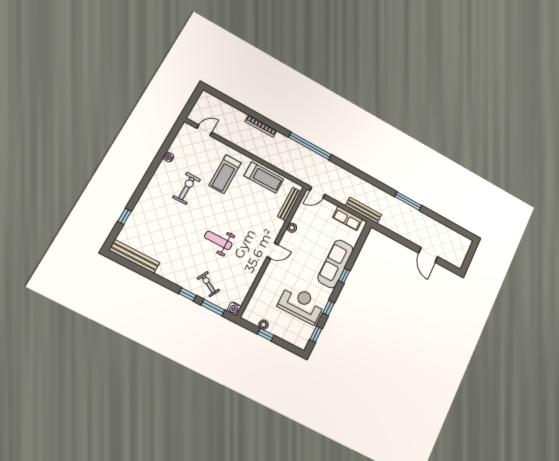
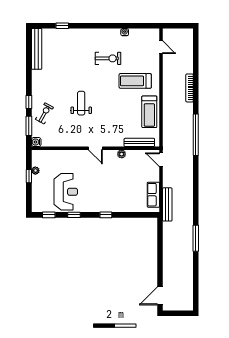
door: (428, 255) -> (160, 296), moved
sofa: (336, 264) -> (112, 203), removed

